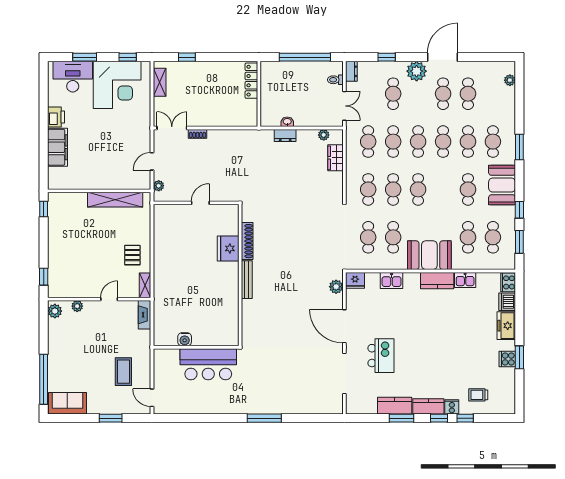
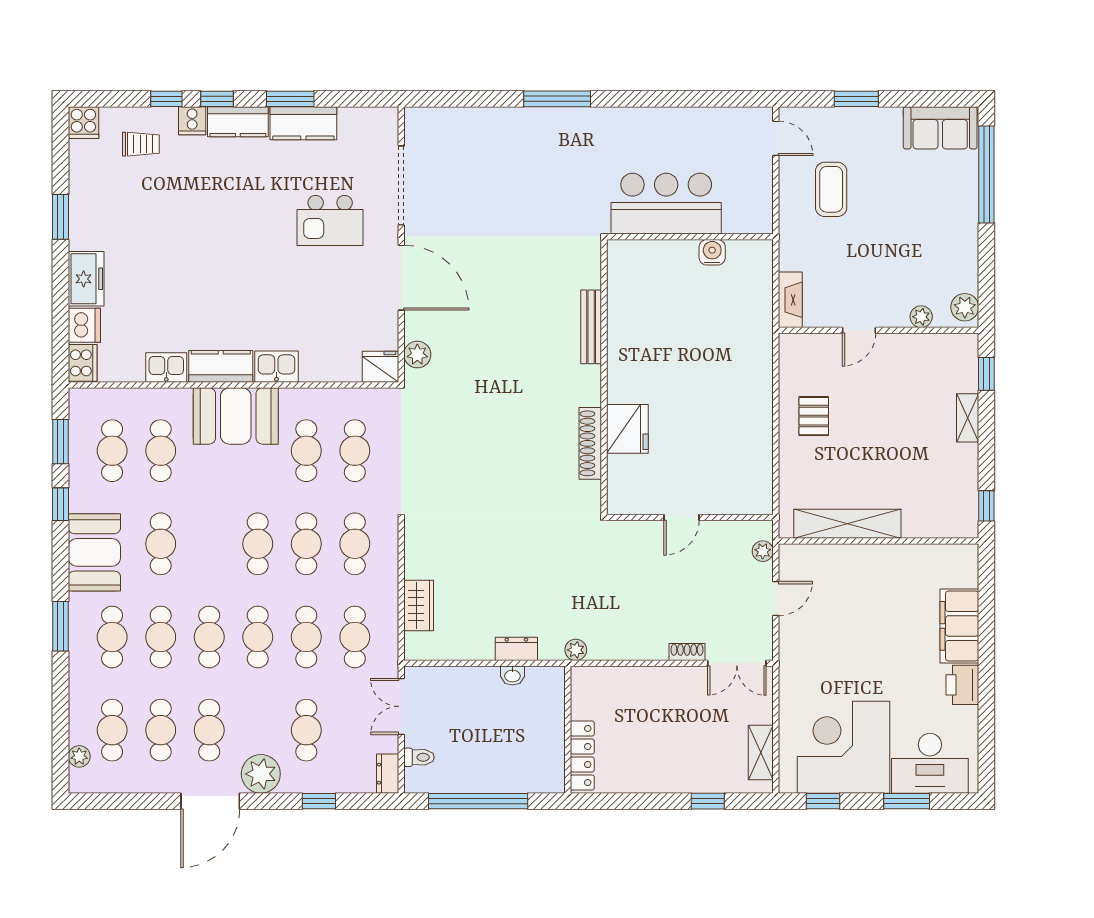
cafe table: (493, 94) -> (112, 730), added
plant: (324, 135) -> (576, 650), moved
bench: (247, 280) -> (591, 327), moved
kitchen sink: (392, 280) -> (276, 367), moved
shelving: (145, 285) -> (968, 418), moved
kitchen island: (381, 356) -> (330, 220), turned -90
cooker: (507, 359) -> (83, 123), moved, turned 90

